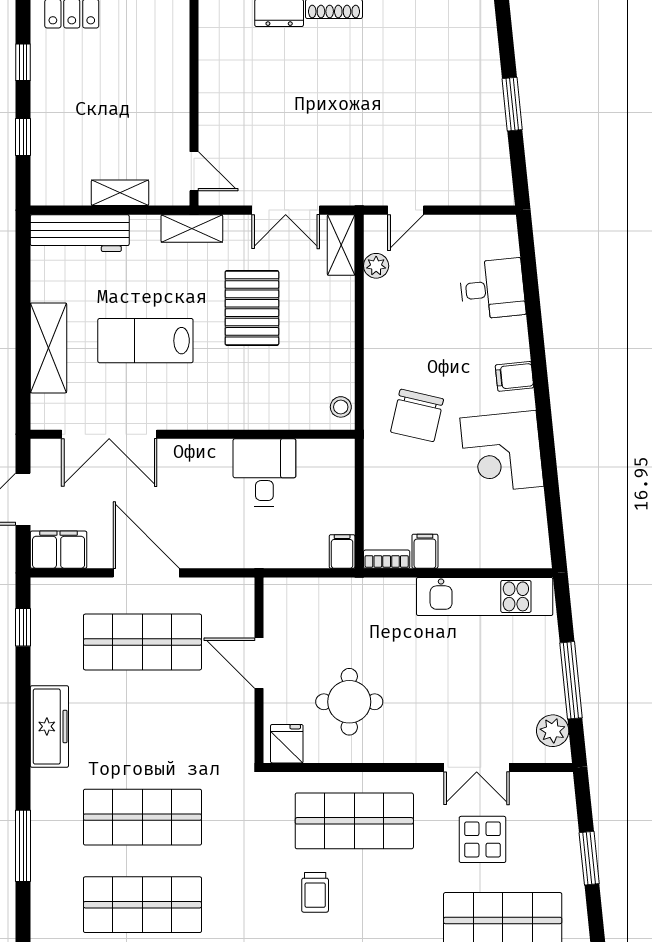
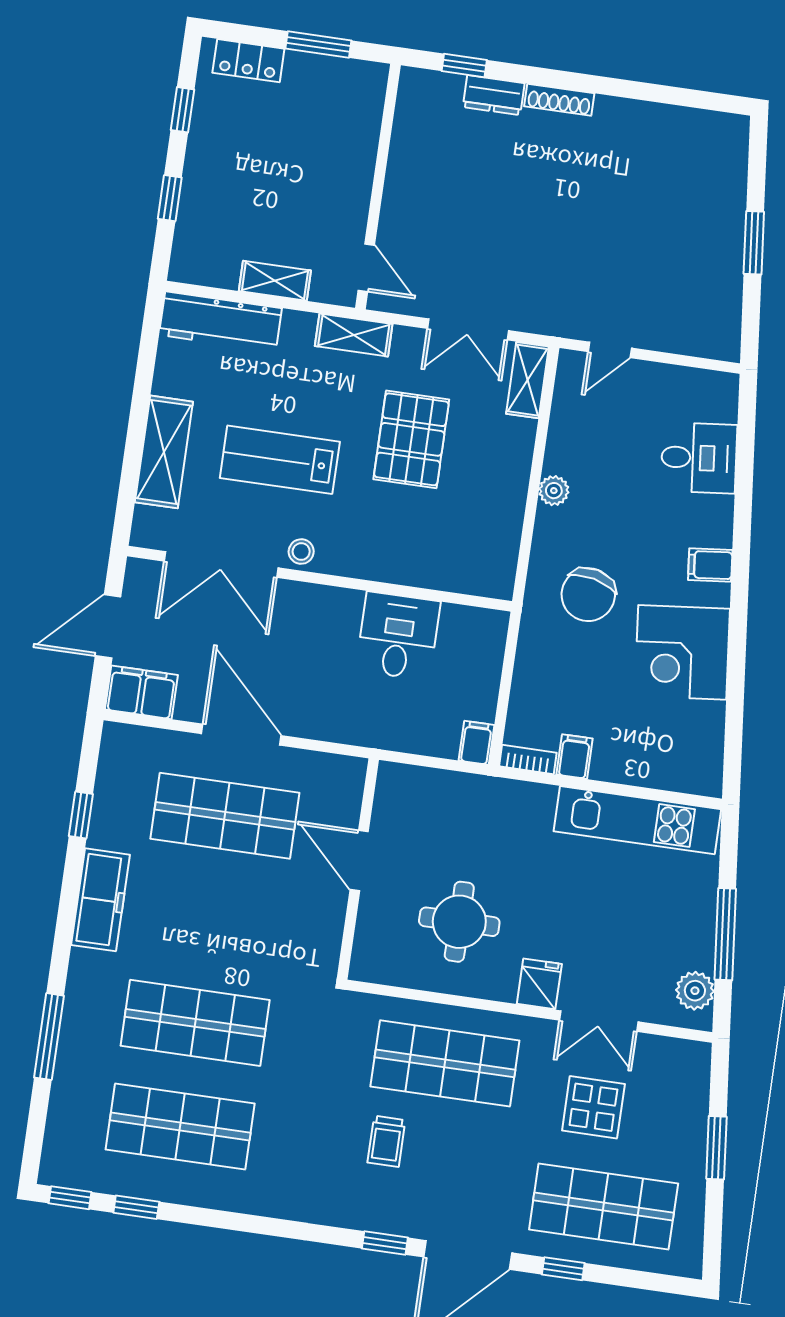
plant: (376, 266) -> (554, 491), moved
stool: (341, 407) -> (301, 552), moved
window: (23, 627) -> (81, 815), moved
fridge: (287, 744) -> (539, 984), moved

